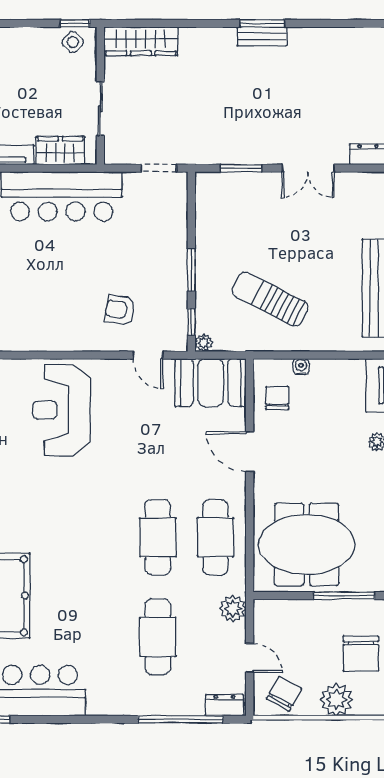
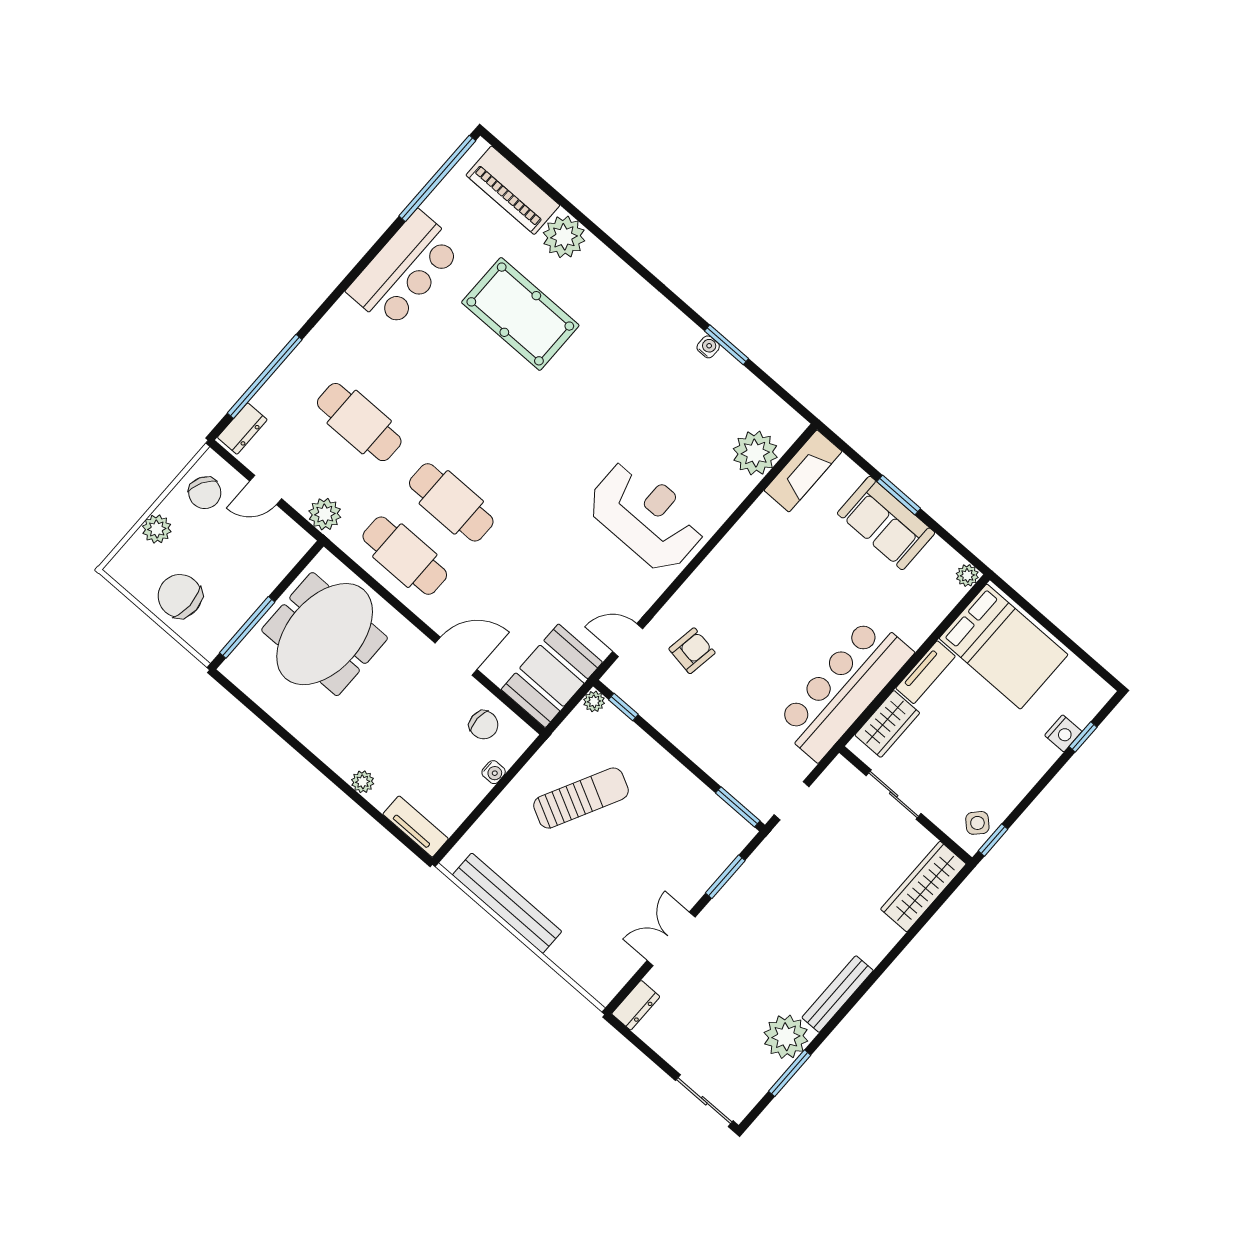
window: (262, 23) -> (790, 1073), moved
bench: (262, 36) -> (838, 994), width x1.36
plant: (307, 45) -> (786, 1037), added
window: (191, 270) -> (738, 807), moved
plant: (336, 700) -> (157, 529), width x0.73, depth x0.73

